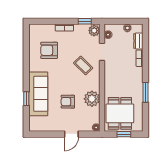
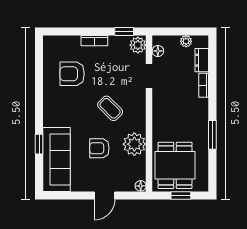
coffee table: (83, 65) -> (110, 108), moved
sofa: (38, 94) -> (57, 160), moved

